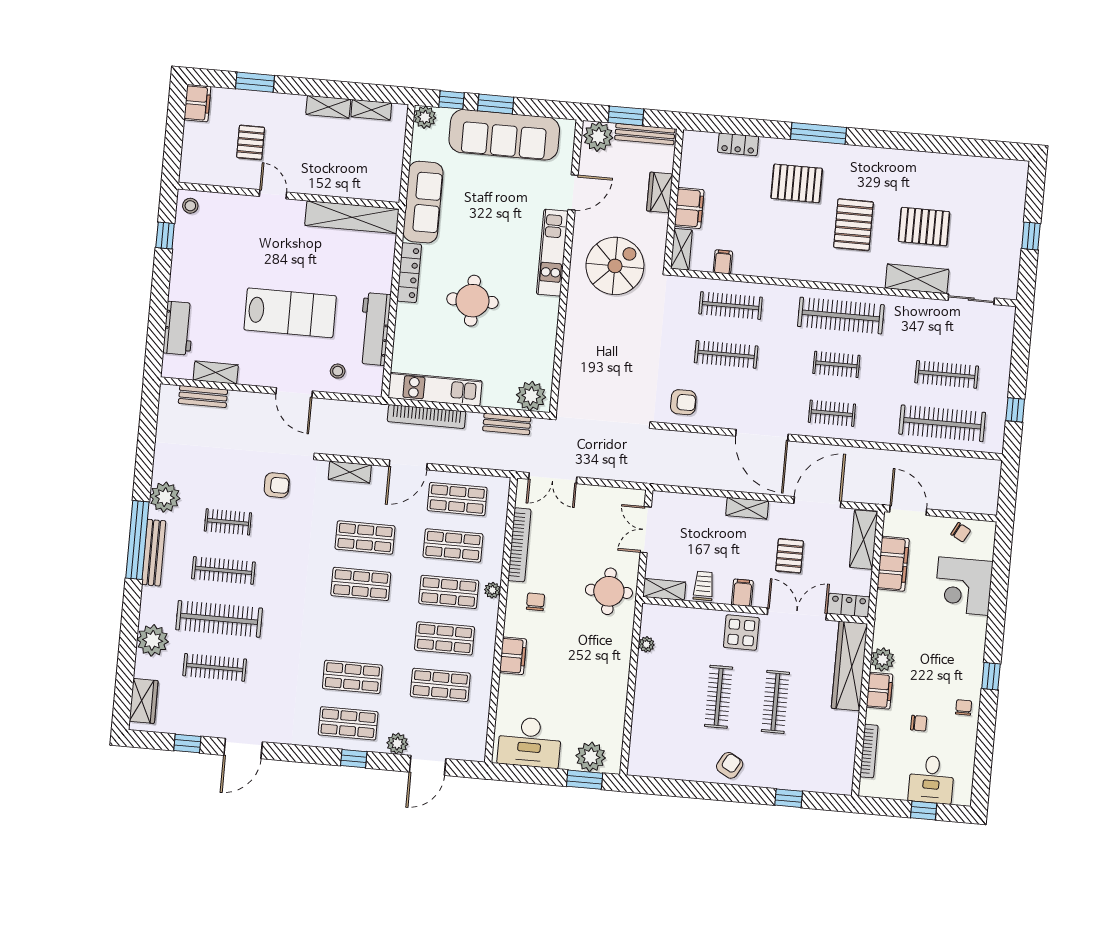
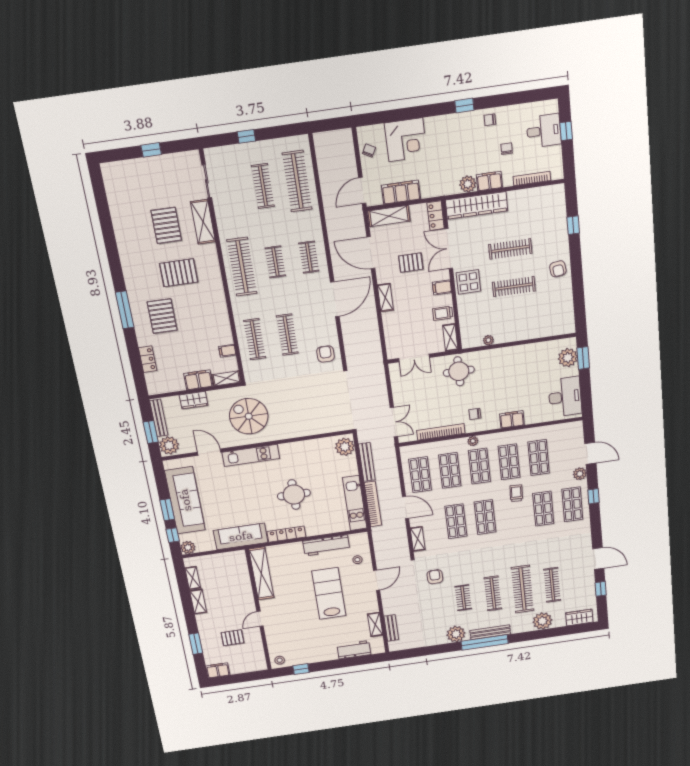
window: (1015, 410) -> (246, 136), moved
bench: (507, 424) -> (367, 462), width x1.36
trolley: (389, 640) -> (516, 493), added
armchair: (730, 765) -> (558, 269), turned -127

